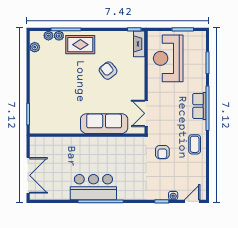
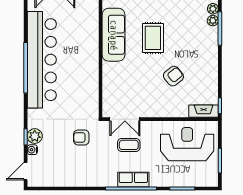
rug: (80, 45) -> (153, 38), moved
double door: (146, 113) -> (125, 119), swing flipped
sofa: (104, 124) -> (114, 35), moved
coffee table: (195, 144) -> (129, 145), moved
bar counter: (93, 187) -> (42, 60), width x1.86
plant: (161, 193) -> (35, 136), added
door: (192, 201) -> (26, 171), swing flipped

